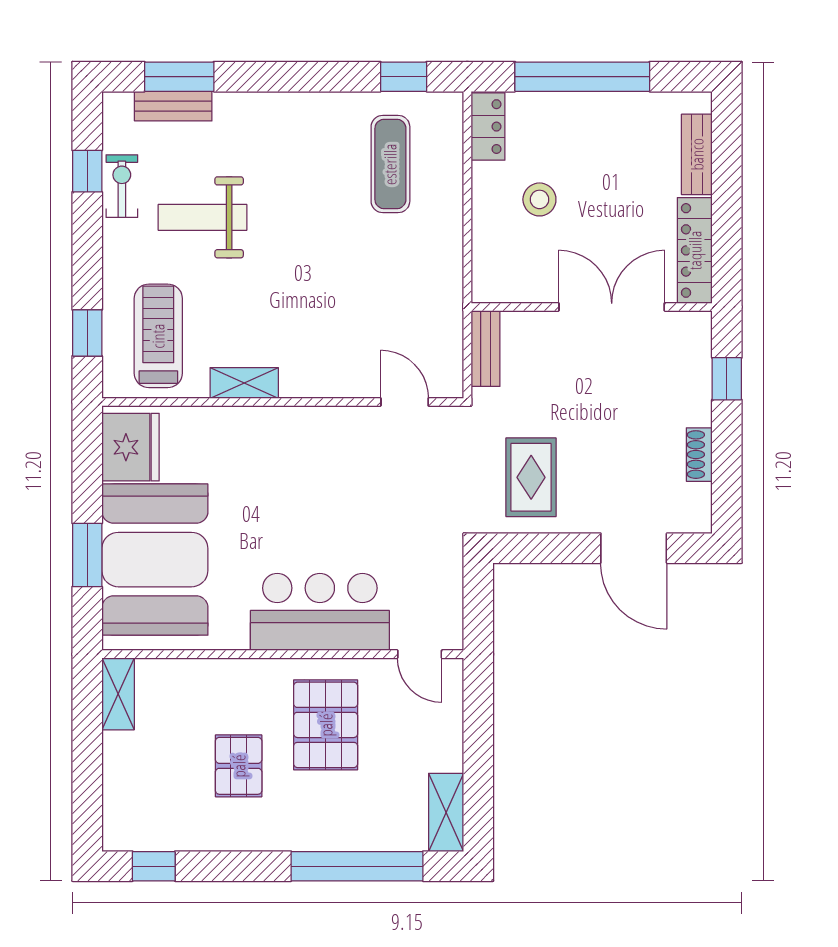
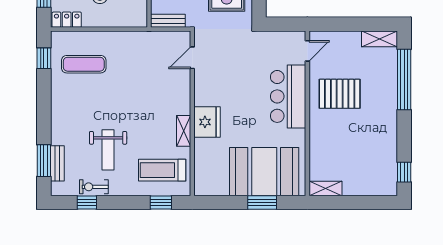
fridge: (130, 447) -> (207, 122), moved, turned 90
pallet: (239, 766) -> (358, 133), removed

